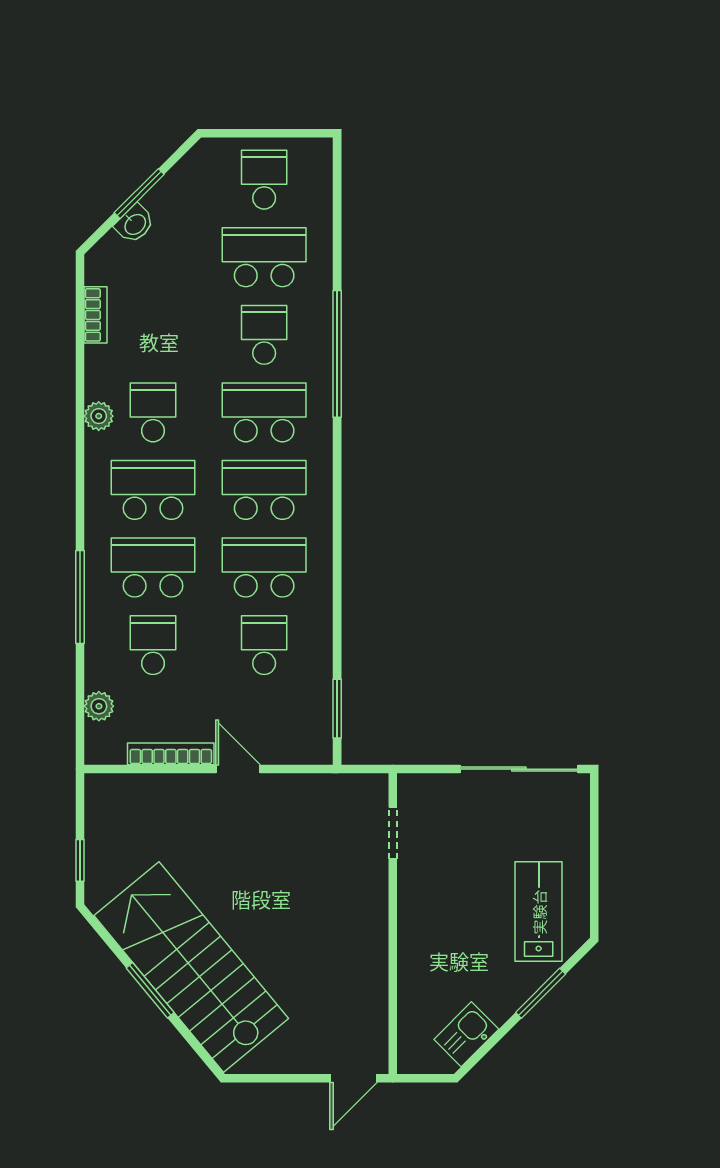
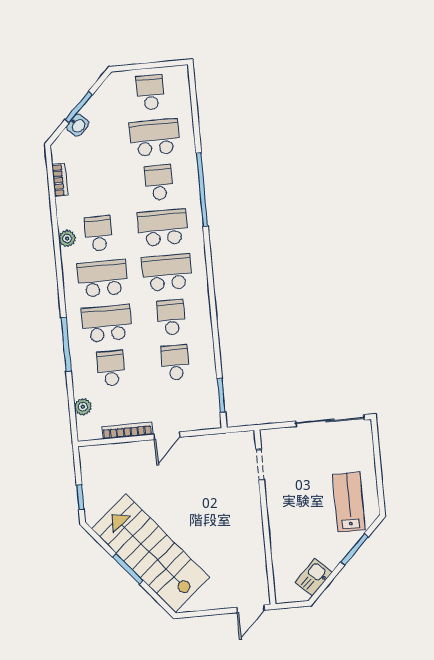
school desk: (264, 568) -> (171, 317), width x0.54
door: (238, 769) -> (167, 436), swing flipped

